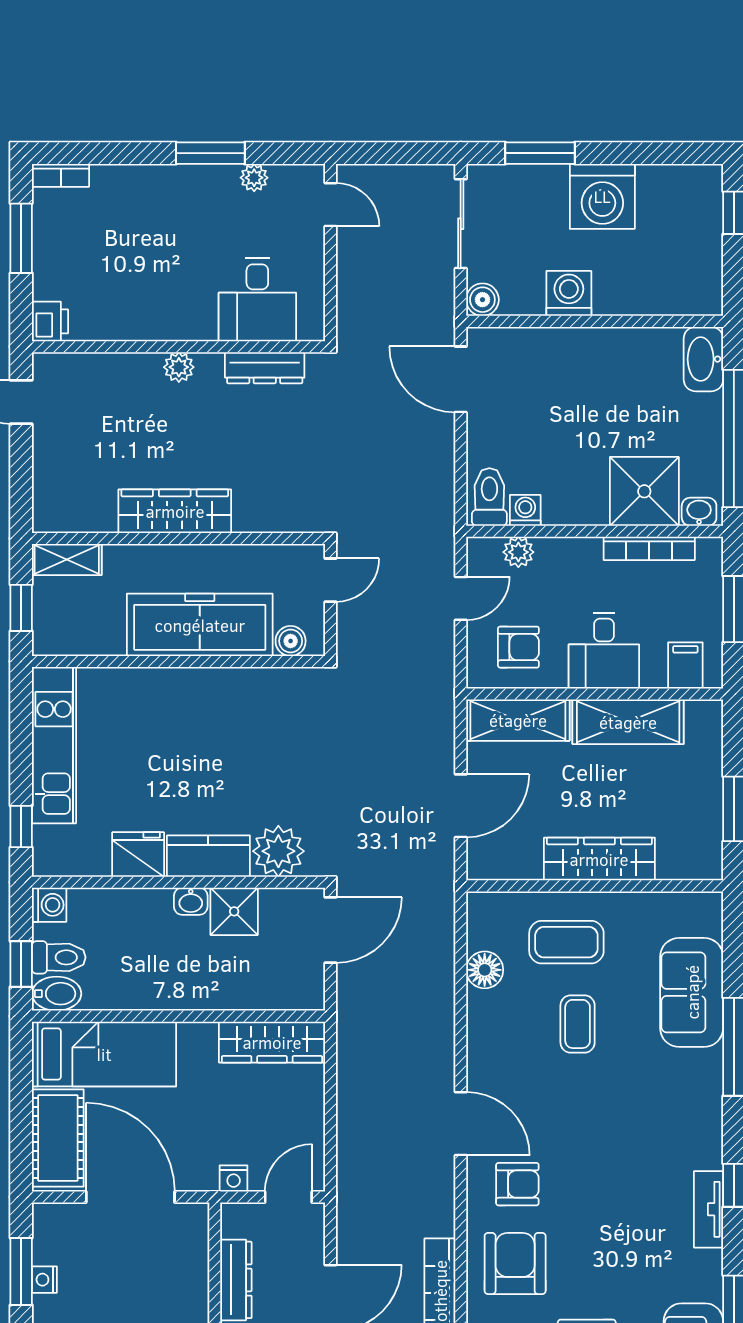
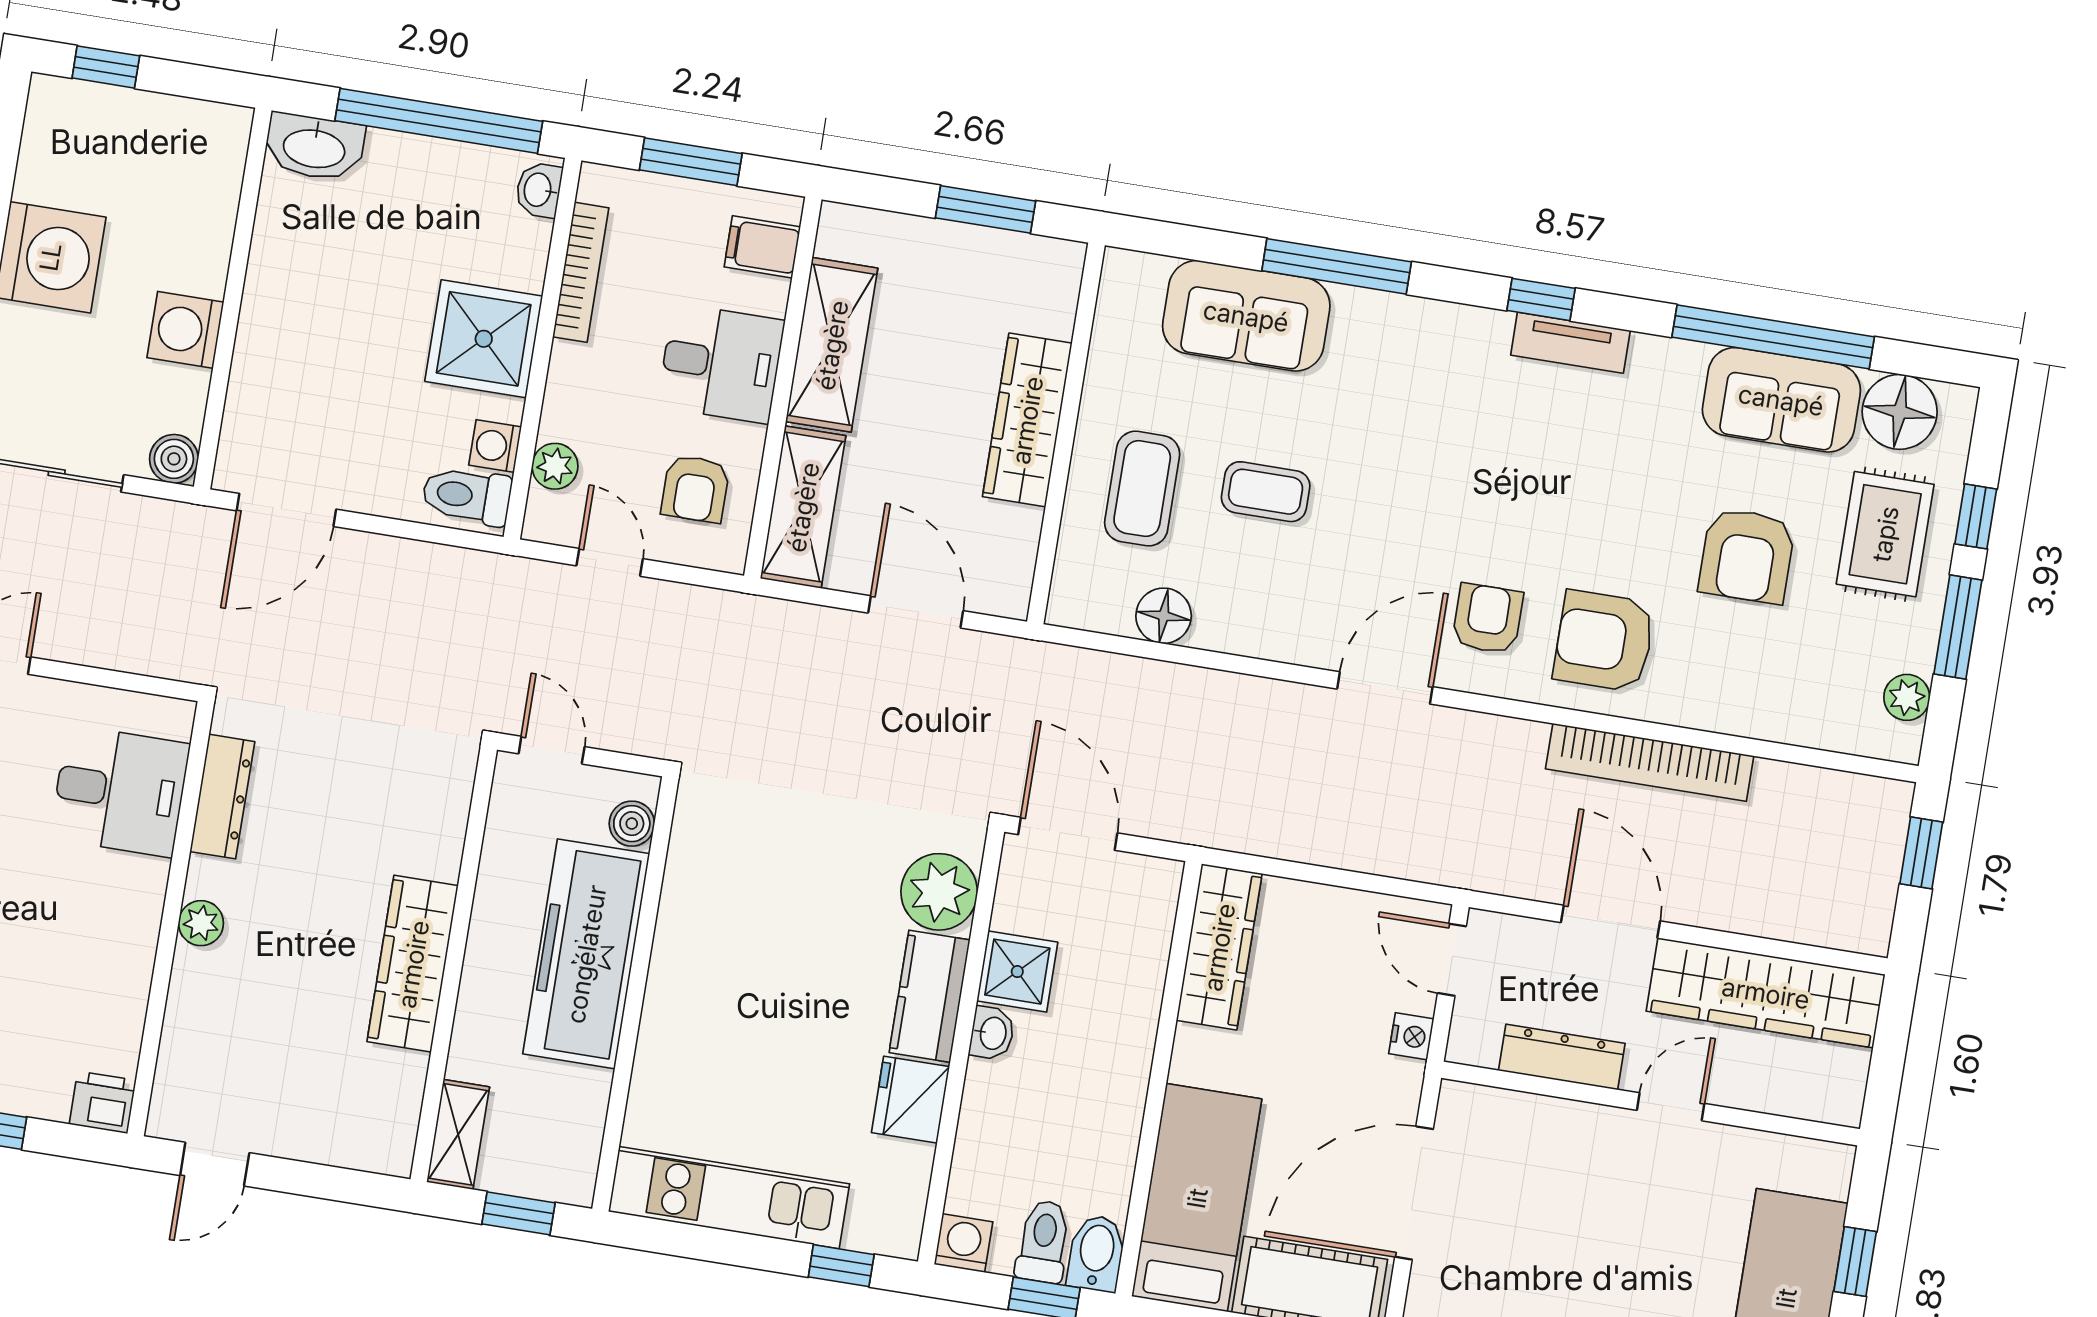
shower: (644, 491) -> (484, 339), moved
armchair: (518, 647) -> (695, 489), turned 180

